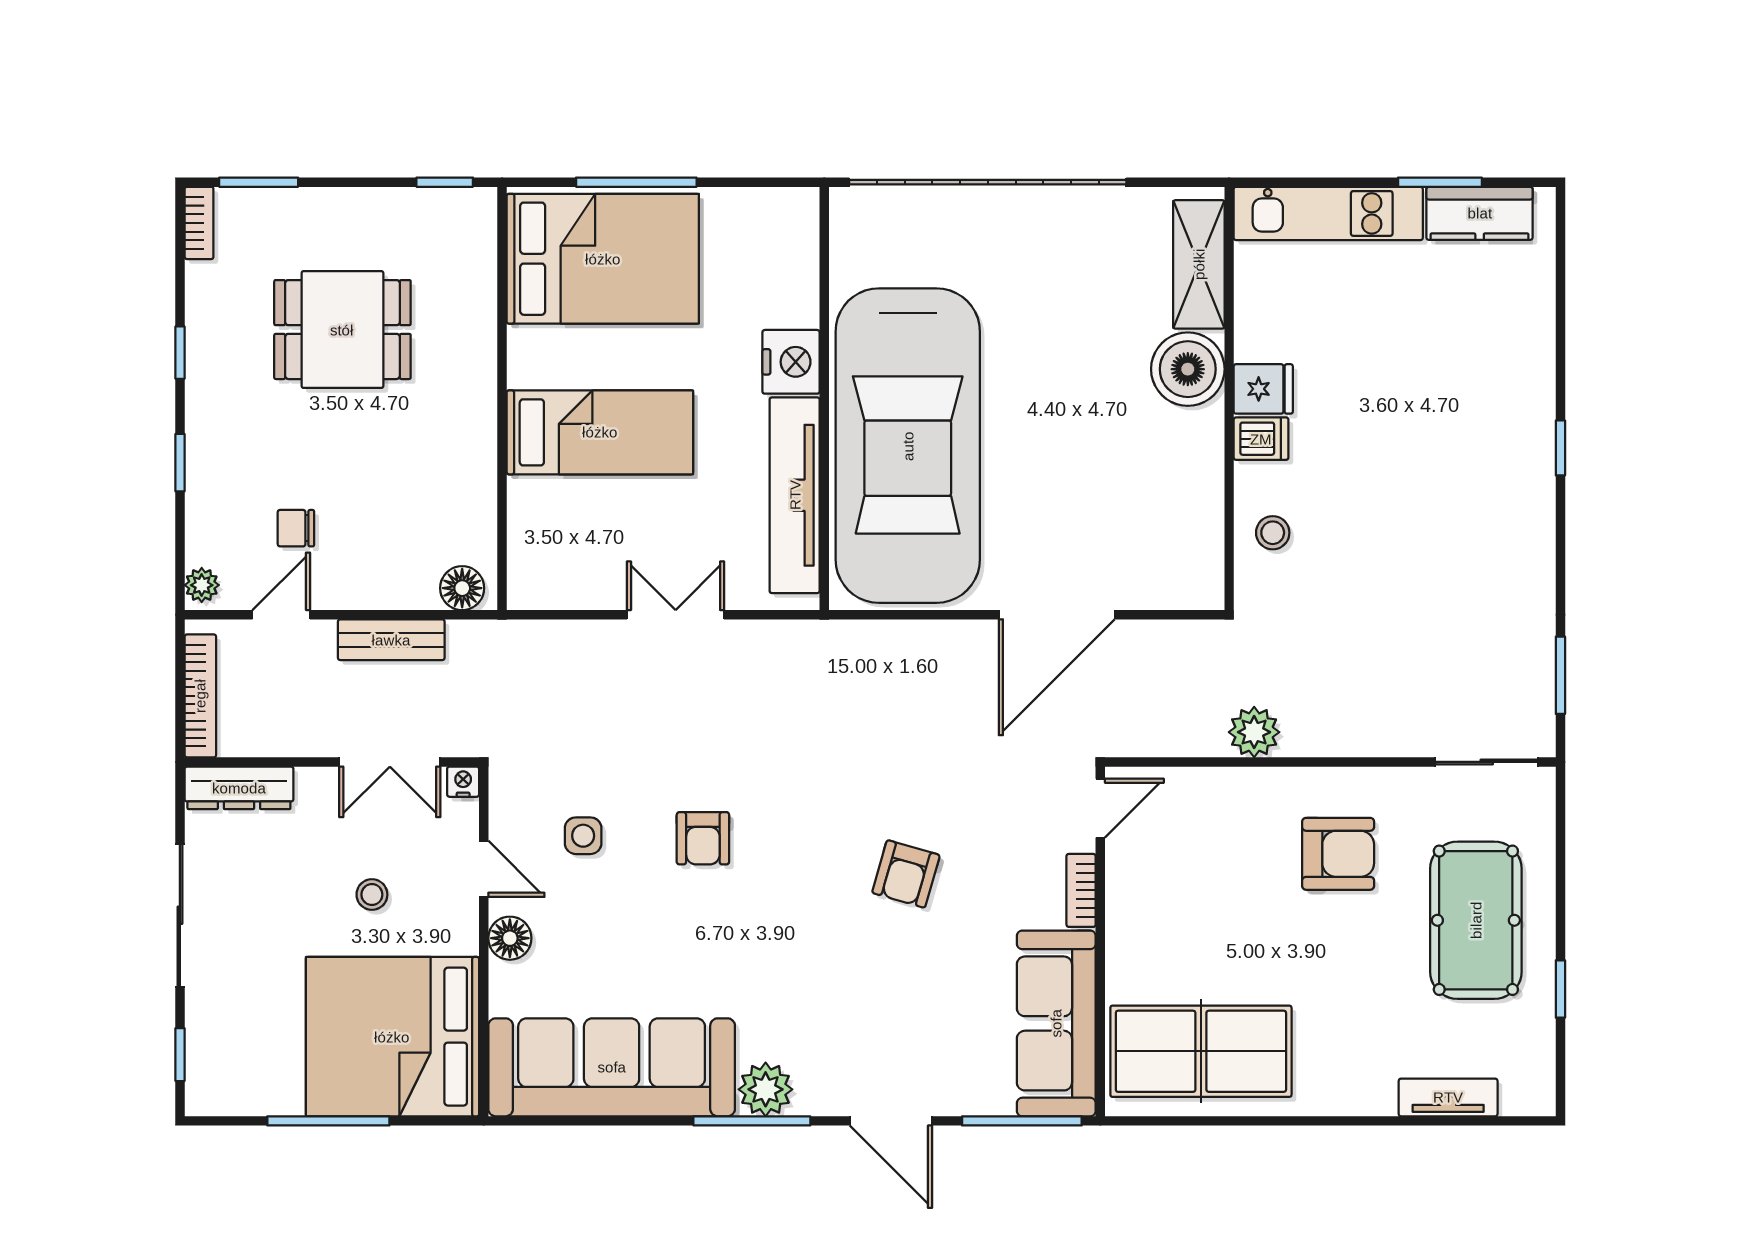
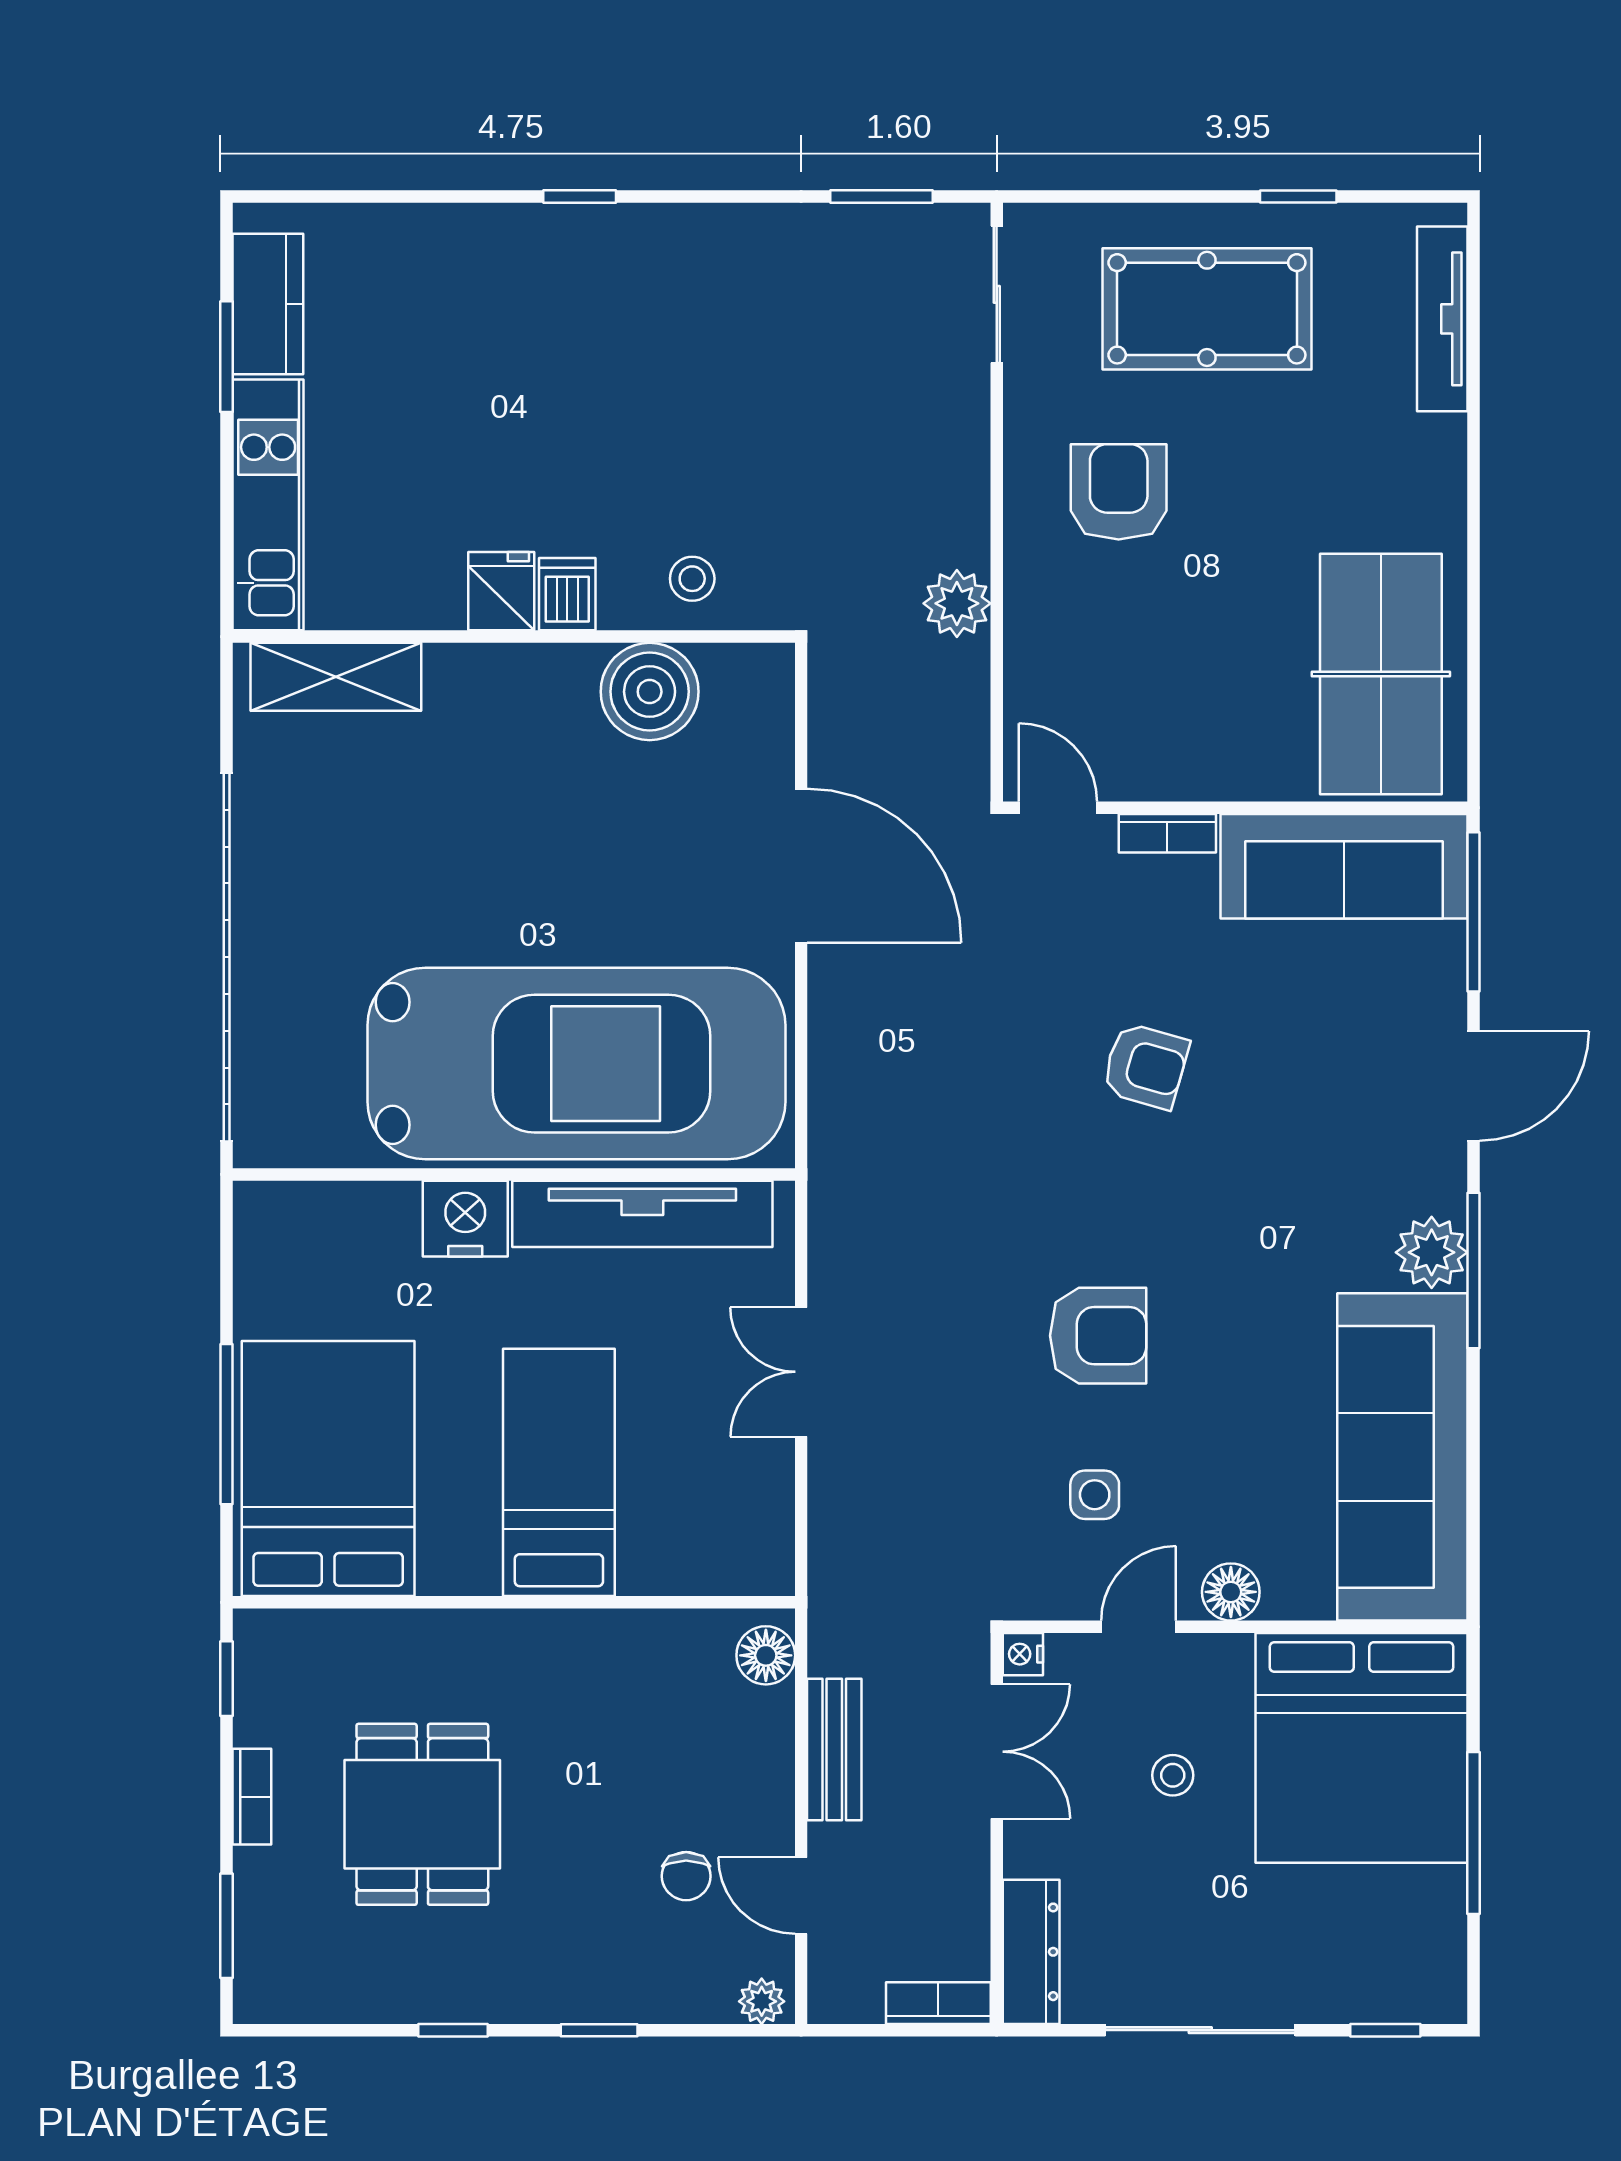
bookcase: (199, 223) -> (252, 1797), moved, turned 90
boiler: (1188, 369) -> (650, 692), moved
bookcase: (200, 696) -> (938, 2003), width x0.64
armchair: (703, 838) -> (1098, 1336), width x1.38, depth x1.38
tv unit: (1448, 1097) -> (1442, 319), width x1.41

